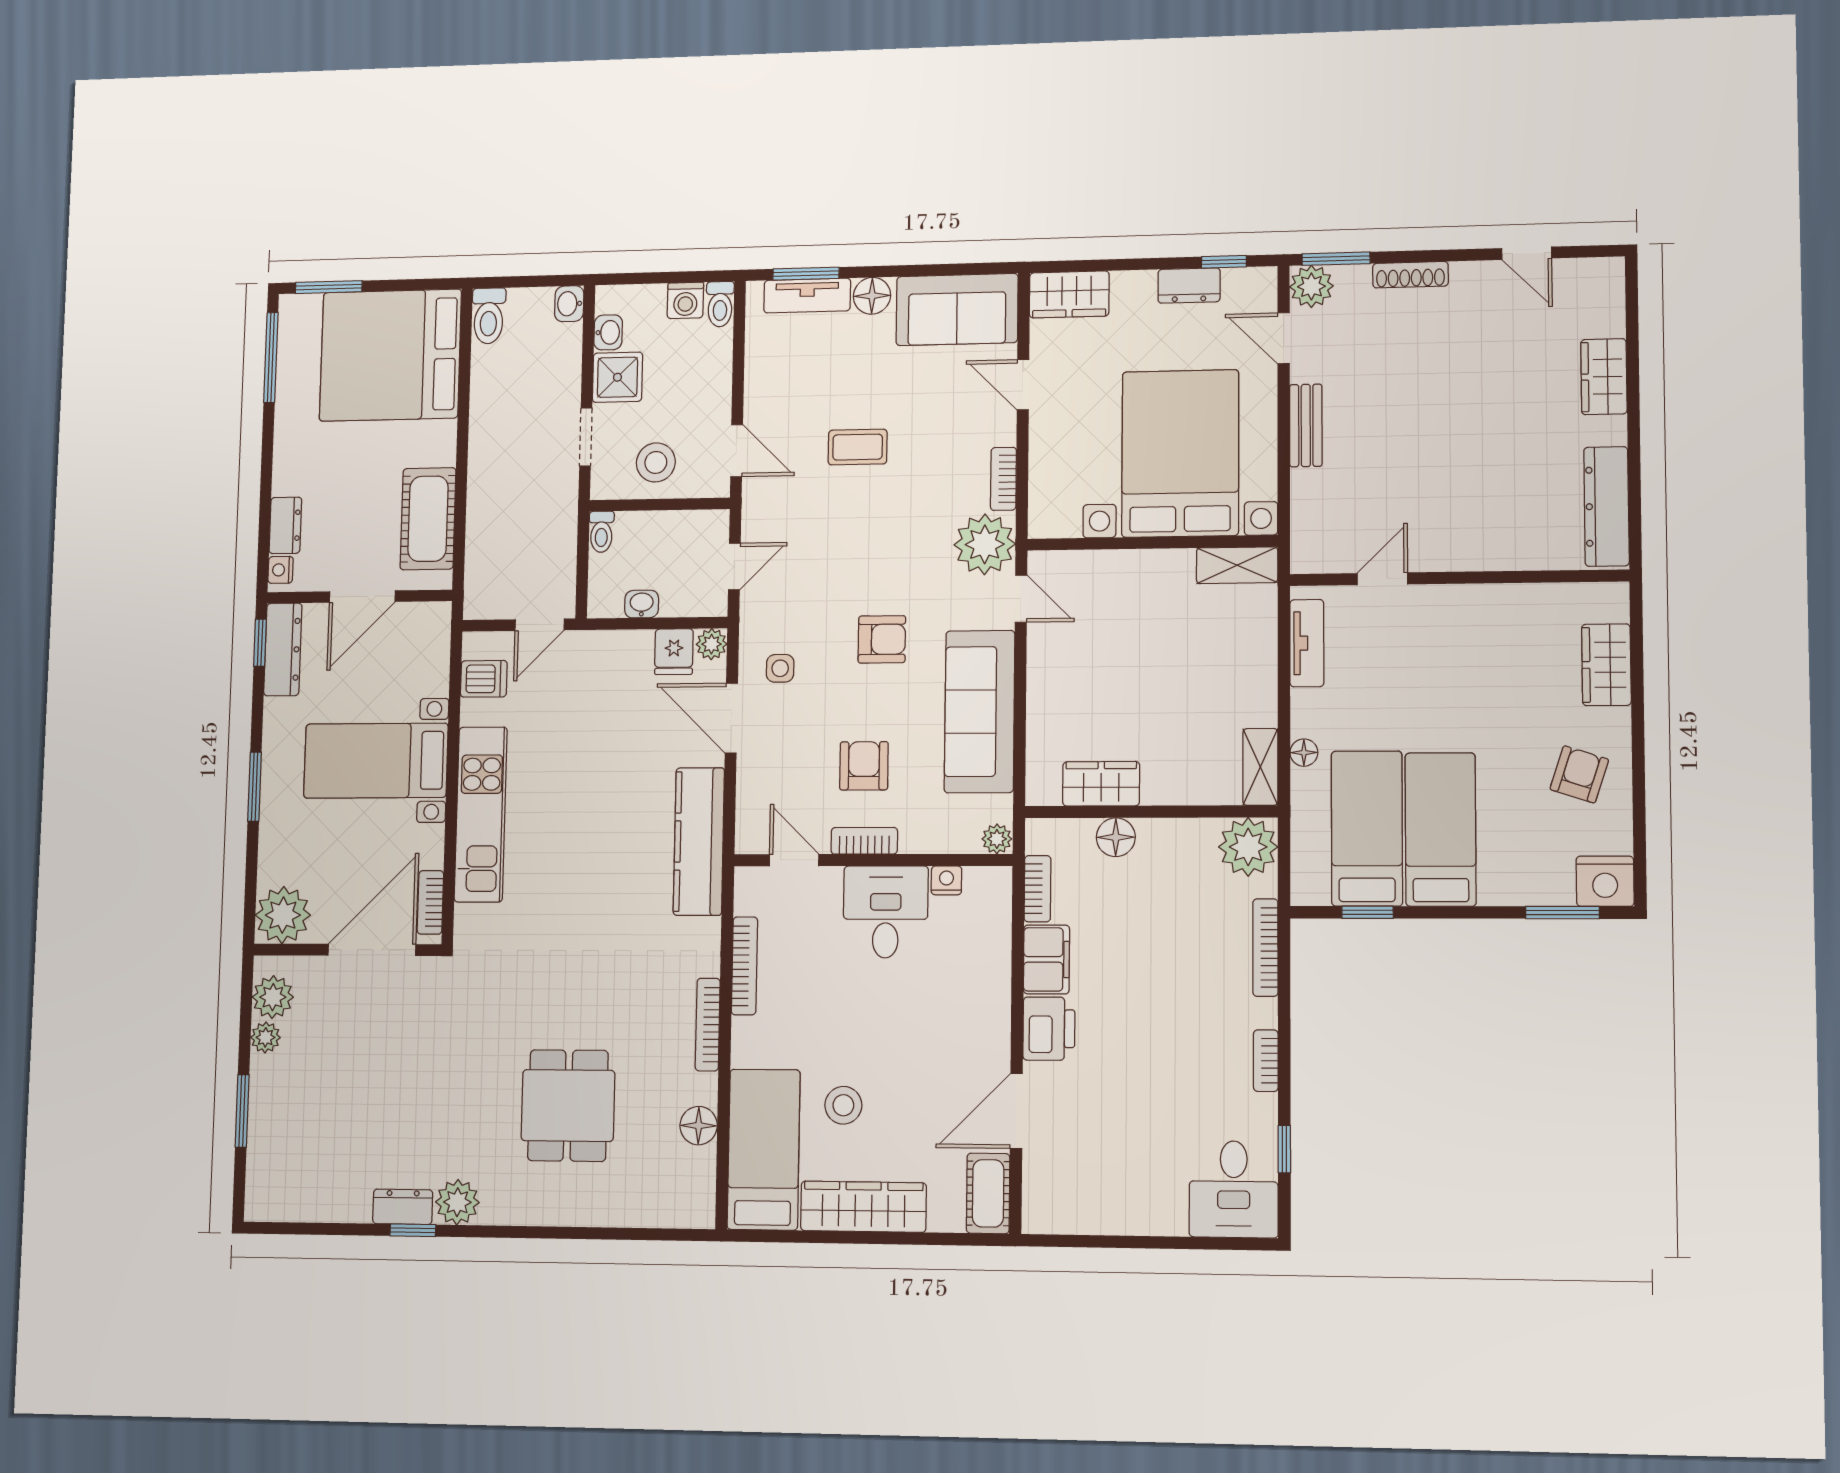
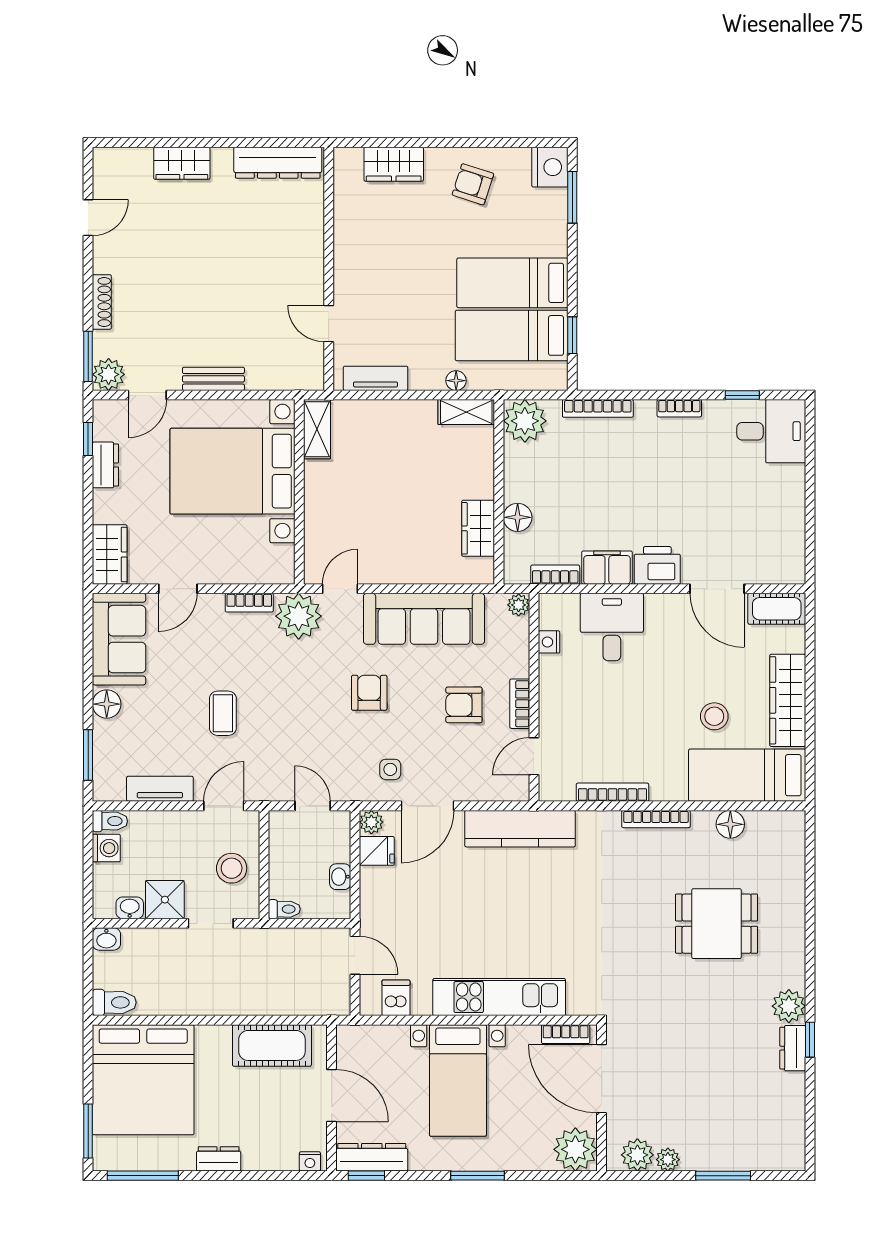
tv unit: (807, 296) -> (160, 789), moved, turned -90
dresser: (285, 525) -> (219, 1159), moved
desk: (886, 912) -> (612, 627), moved, turned 90

